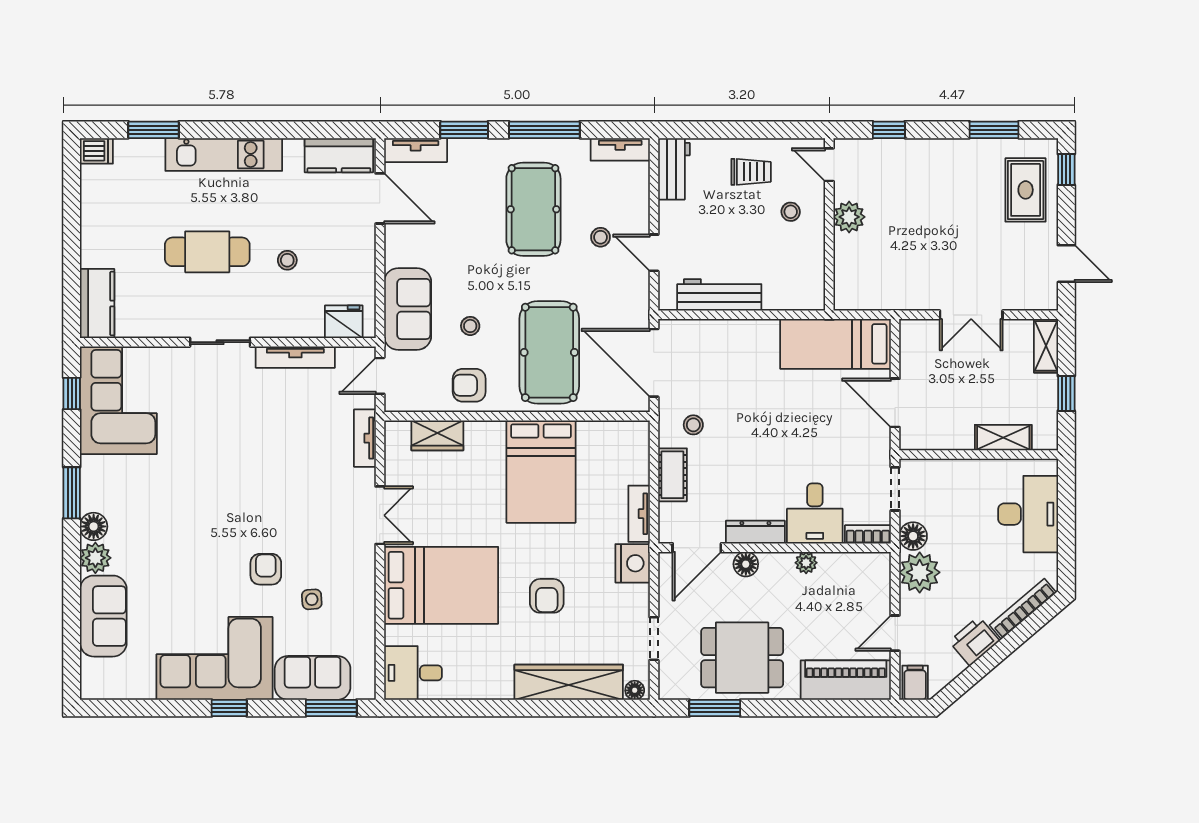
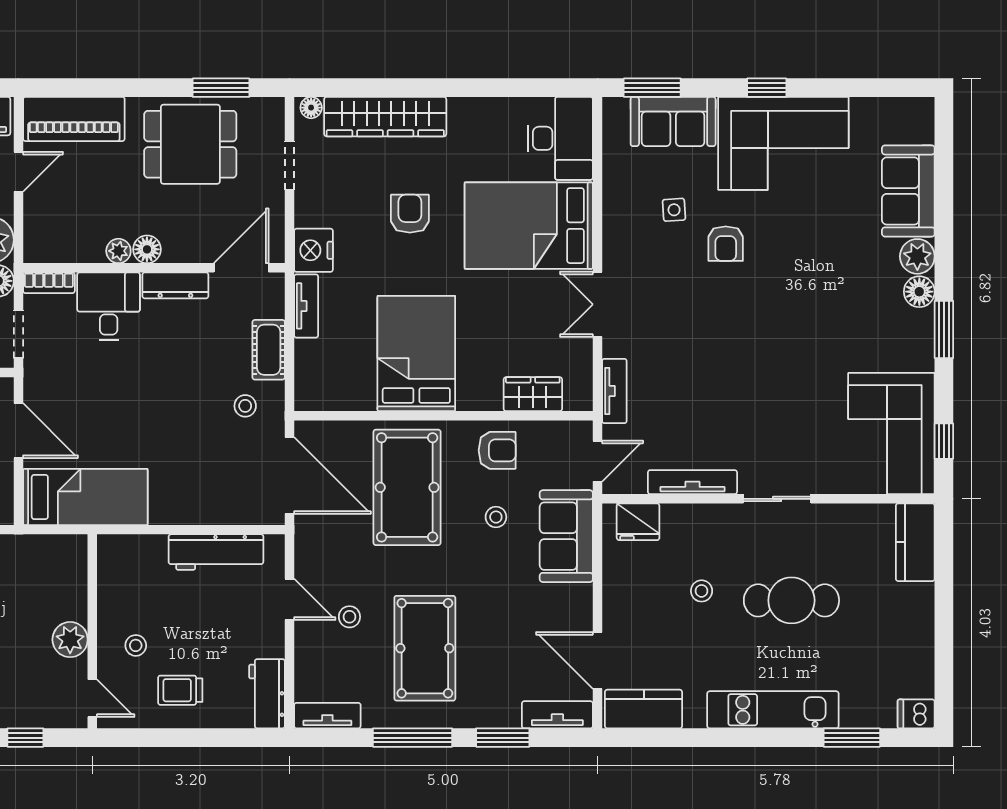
floor lamp: (746, 564) -> (147, 249), moved
desk: (413, 673) -> (560, 138), width x1.37

